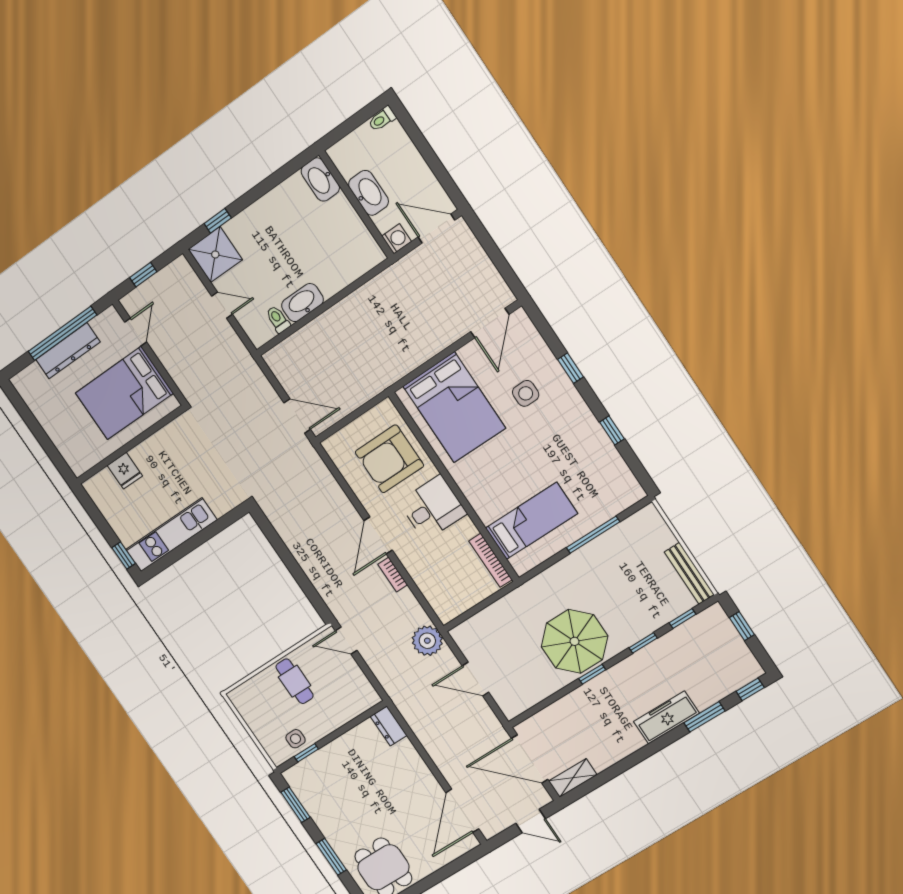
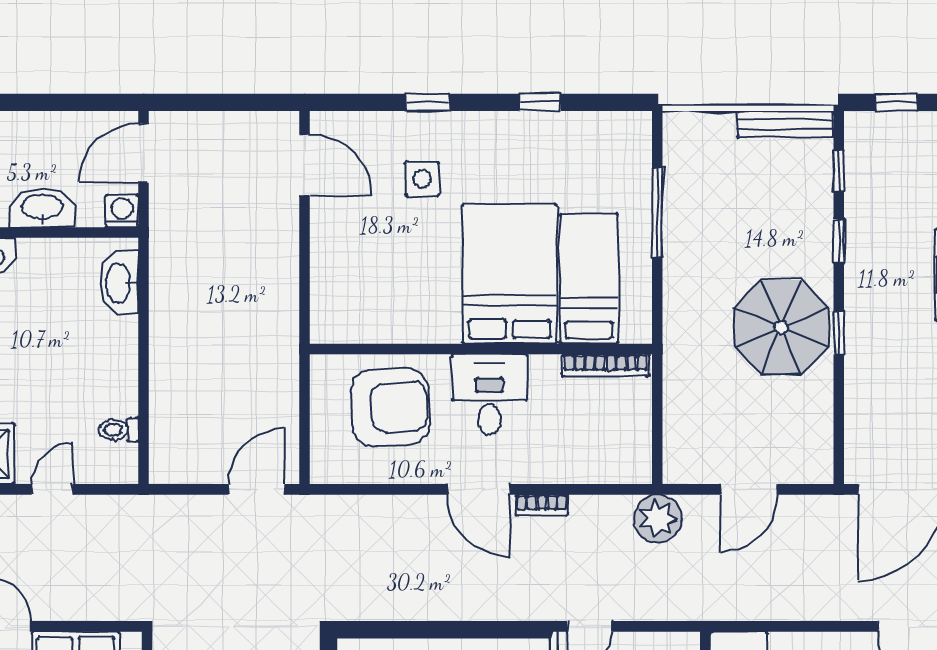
washbasin: (302, 303) -> (119, 283), moved
bed: (454, 407) -> (510, 274), moved, turned -90
armchair: (389, 459) -> (390, 407), turned -93

